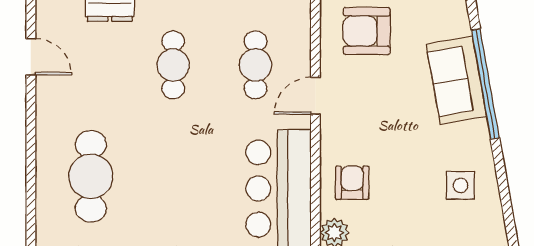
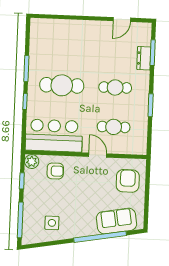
sofa: (456, 80) -> (116, 221), moved
cafe table: (91, 176) -> (62, 85), moved

